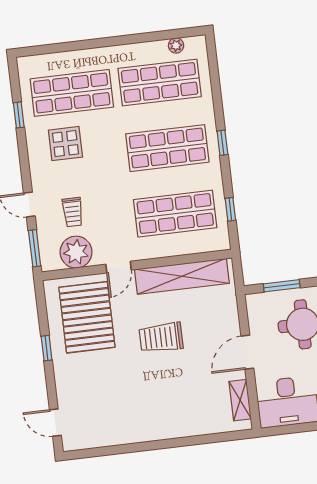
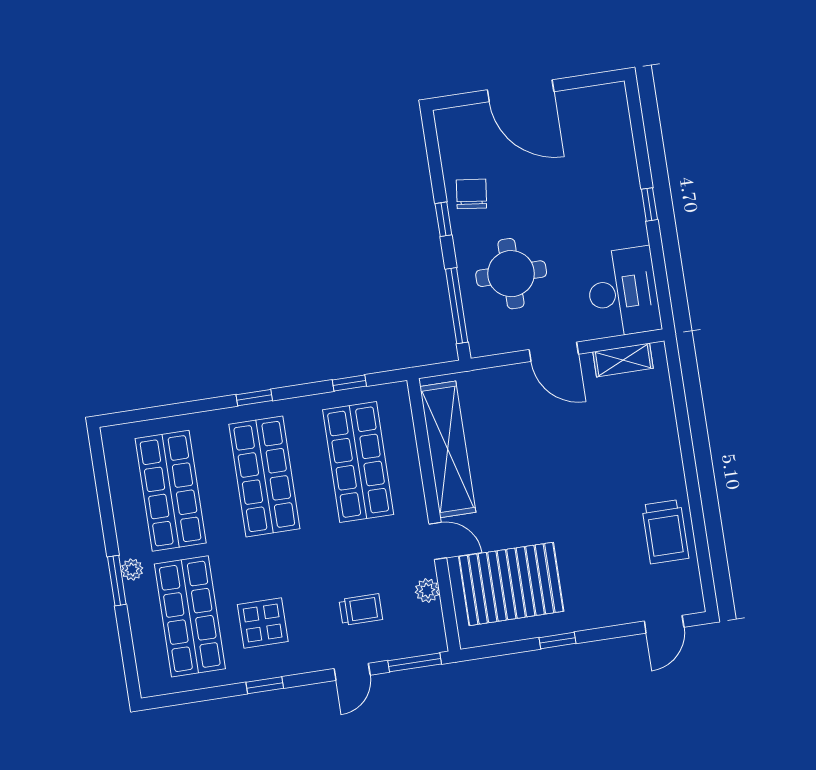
window: (98, 43) -> (117, 581), added
plant: (176, 45) -> (132, 570), moved
window: (19, 115) -> (265, 685), moved
plant: (76, 252) -> (427, 591), width x0.53, depth x0.53
window: (282, 286) -> (457, 306), width x1.44
trolley: (161, 337) -> (665, 532), moved

